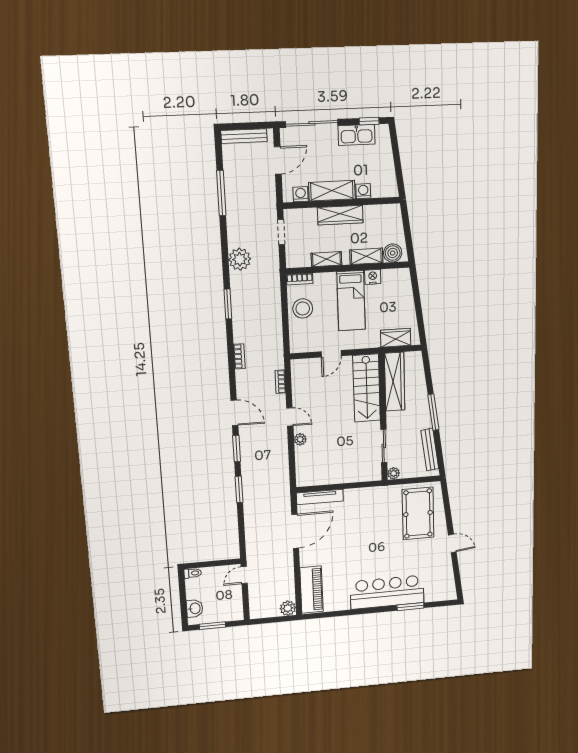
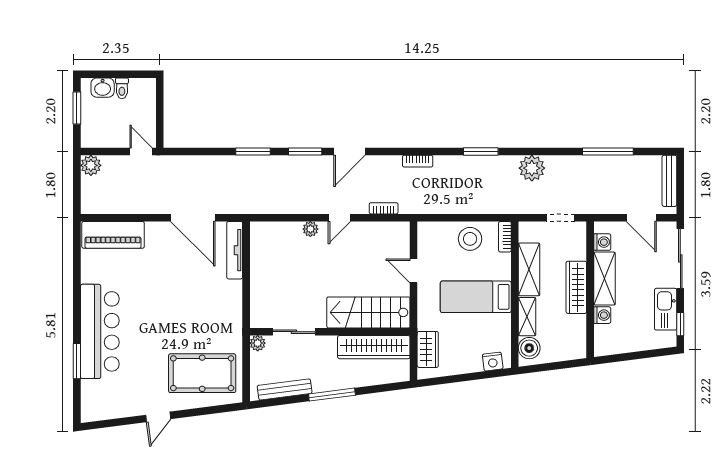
shelving: (327, 259) -> (529, 269), width x1.50, depth x1.33
nightstand: (373, 277) -> (493, 362), moved, turned 83
toilet: (193, 573) -> (122, 88), moved
plant: (288, 608) -> (91, 165), moved

